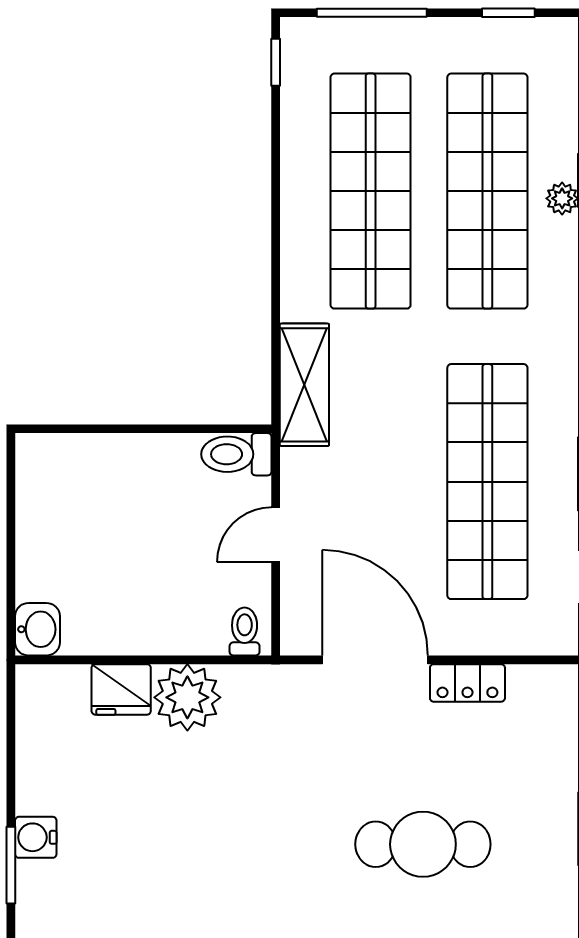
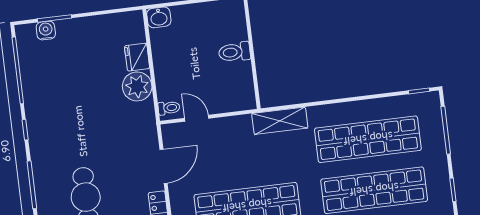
toilet: (236, 454) -> (234, 52), moved, turned -90
door: (276, 535) -> (197, 118), moved
door: (375, 660) -> (164, 166), width x0.73
water cooler: (36, 837) -> (46, 31), moved

